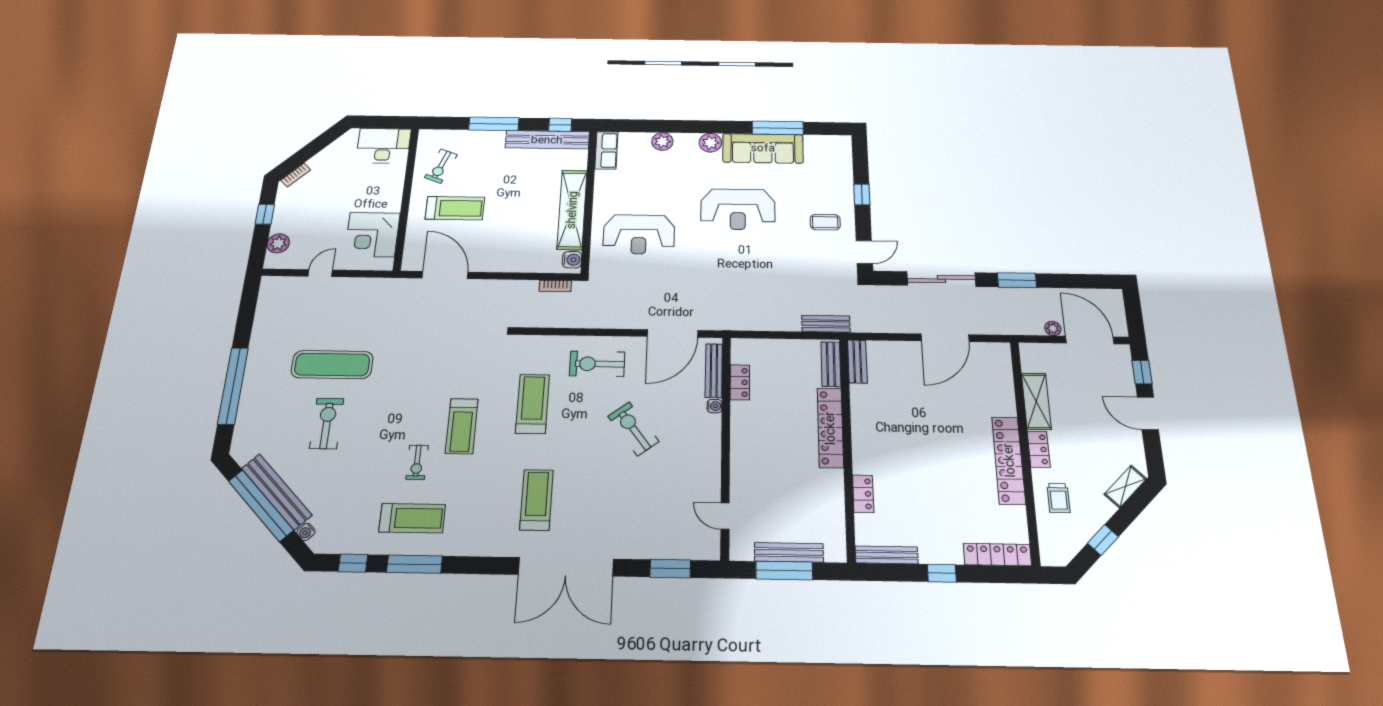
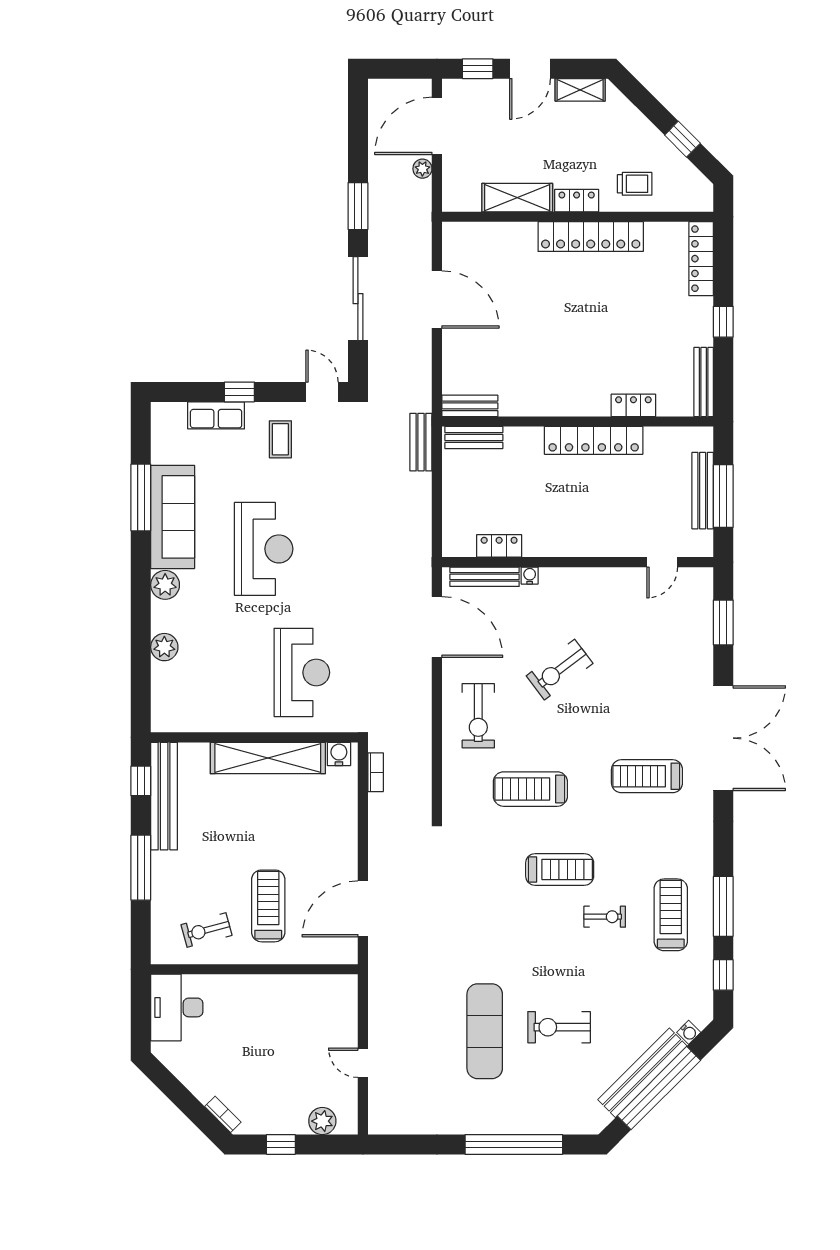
row of seats: (606, 150) -> (216, 415), moved, turned 180
exercise bike: (441, 166) -> (206, 930), turned 144
corner desk: (372, 234) -> (308, 1006), removed
locker: (830, 428) -> (594, 440), moved
shelving: (1125, 487) -> (580, 90), moved, turned -45

